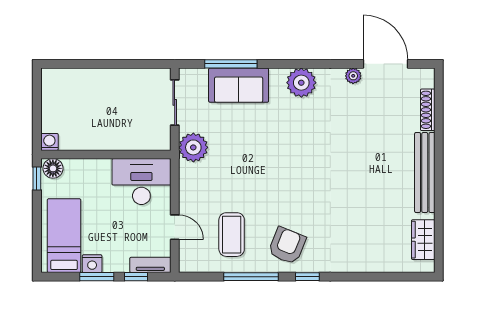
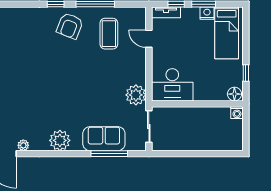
washing machine: (49, 142) -> (237, 113), moved
wall: (106, 155) -> (197, 104), moved
floor lamp: (53, 168) -> (234, 94), moved
desk: (141, 182) -> (172, 85), moved

